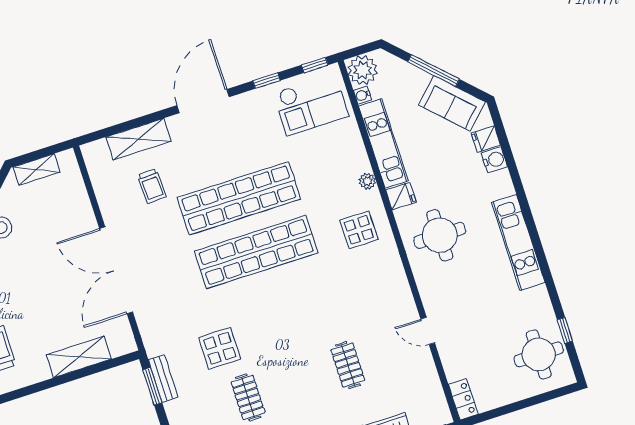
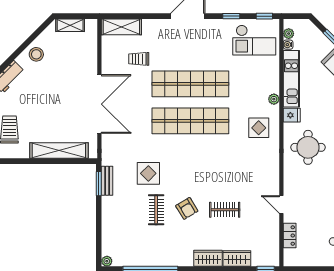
plant: (362, 70) -> (289, 34), width x0.53, depth x0.53
shelving: (139, 139) -> (121, 27), moved
trolley: (152, 186) -> (139, 59), turned 92
double door: (116, 270) -> (99, 104), swing flipped
shelving: (79, 357) -> (59, 151), width x1.47
clothes rail: (348, 365) -> (225, 210), turned 90
armchair: (292, 381) -> (187, 208), added
locker: (463, 399) -> (290, 236), moved

